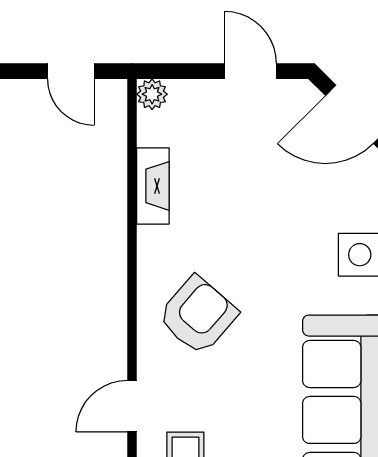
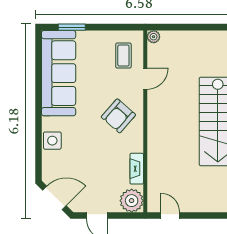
plant: (152, 94) -> (132, 201), width x1.88, depth x1.88

